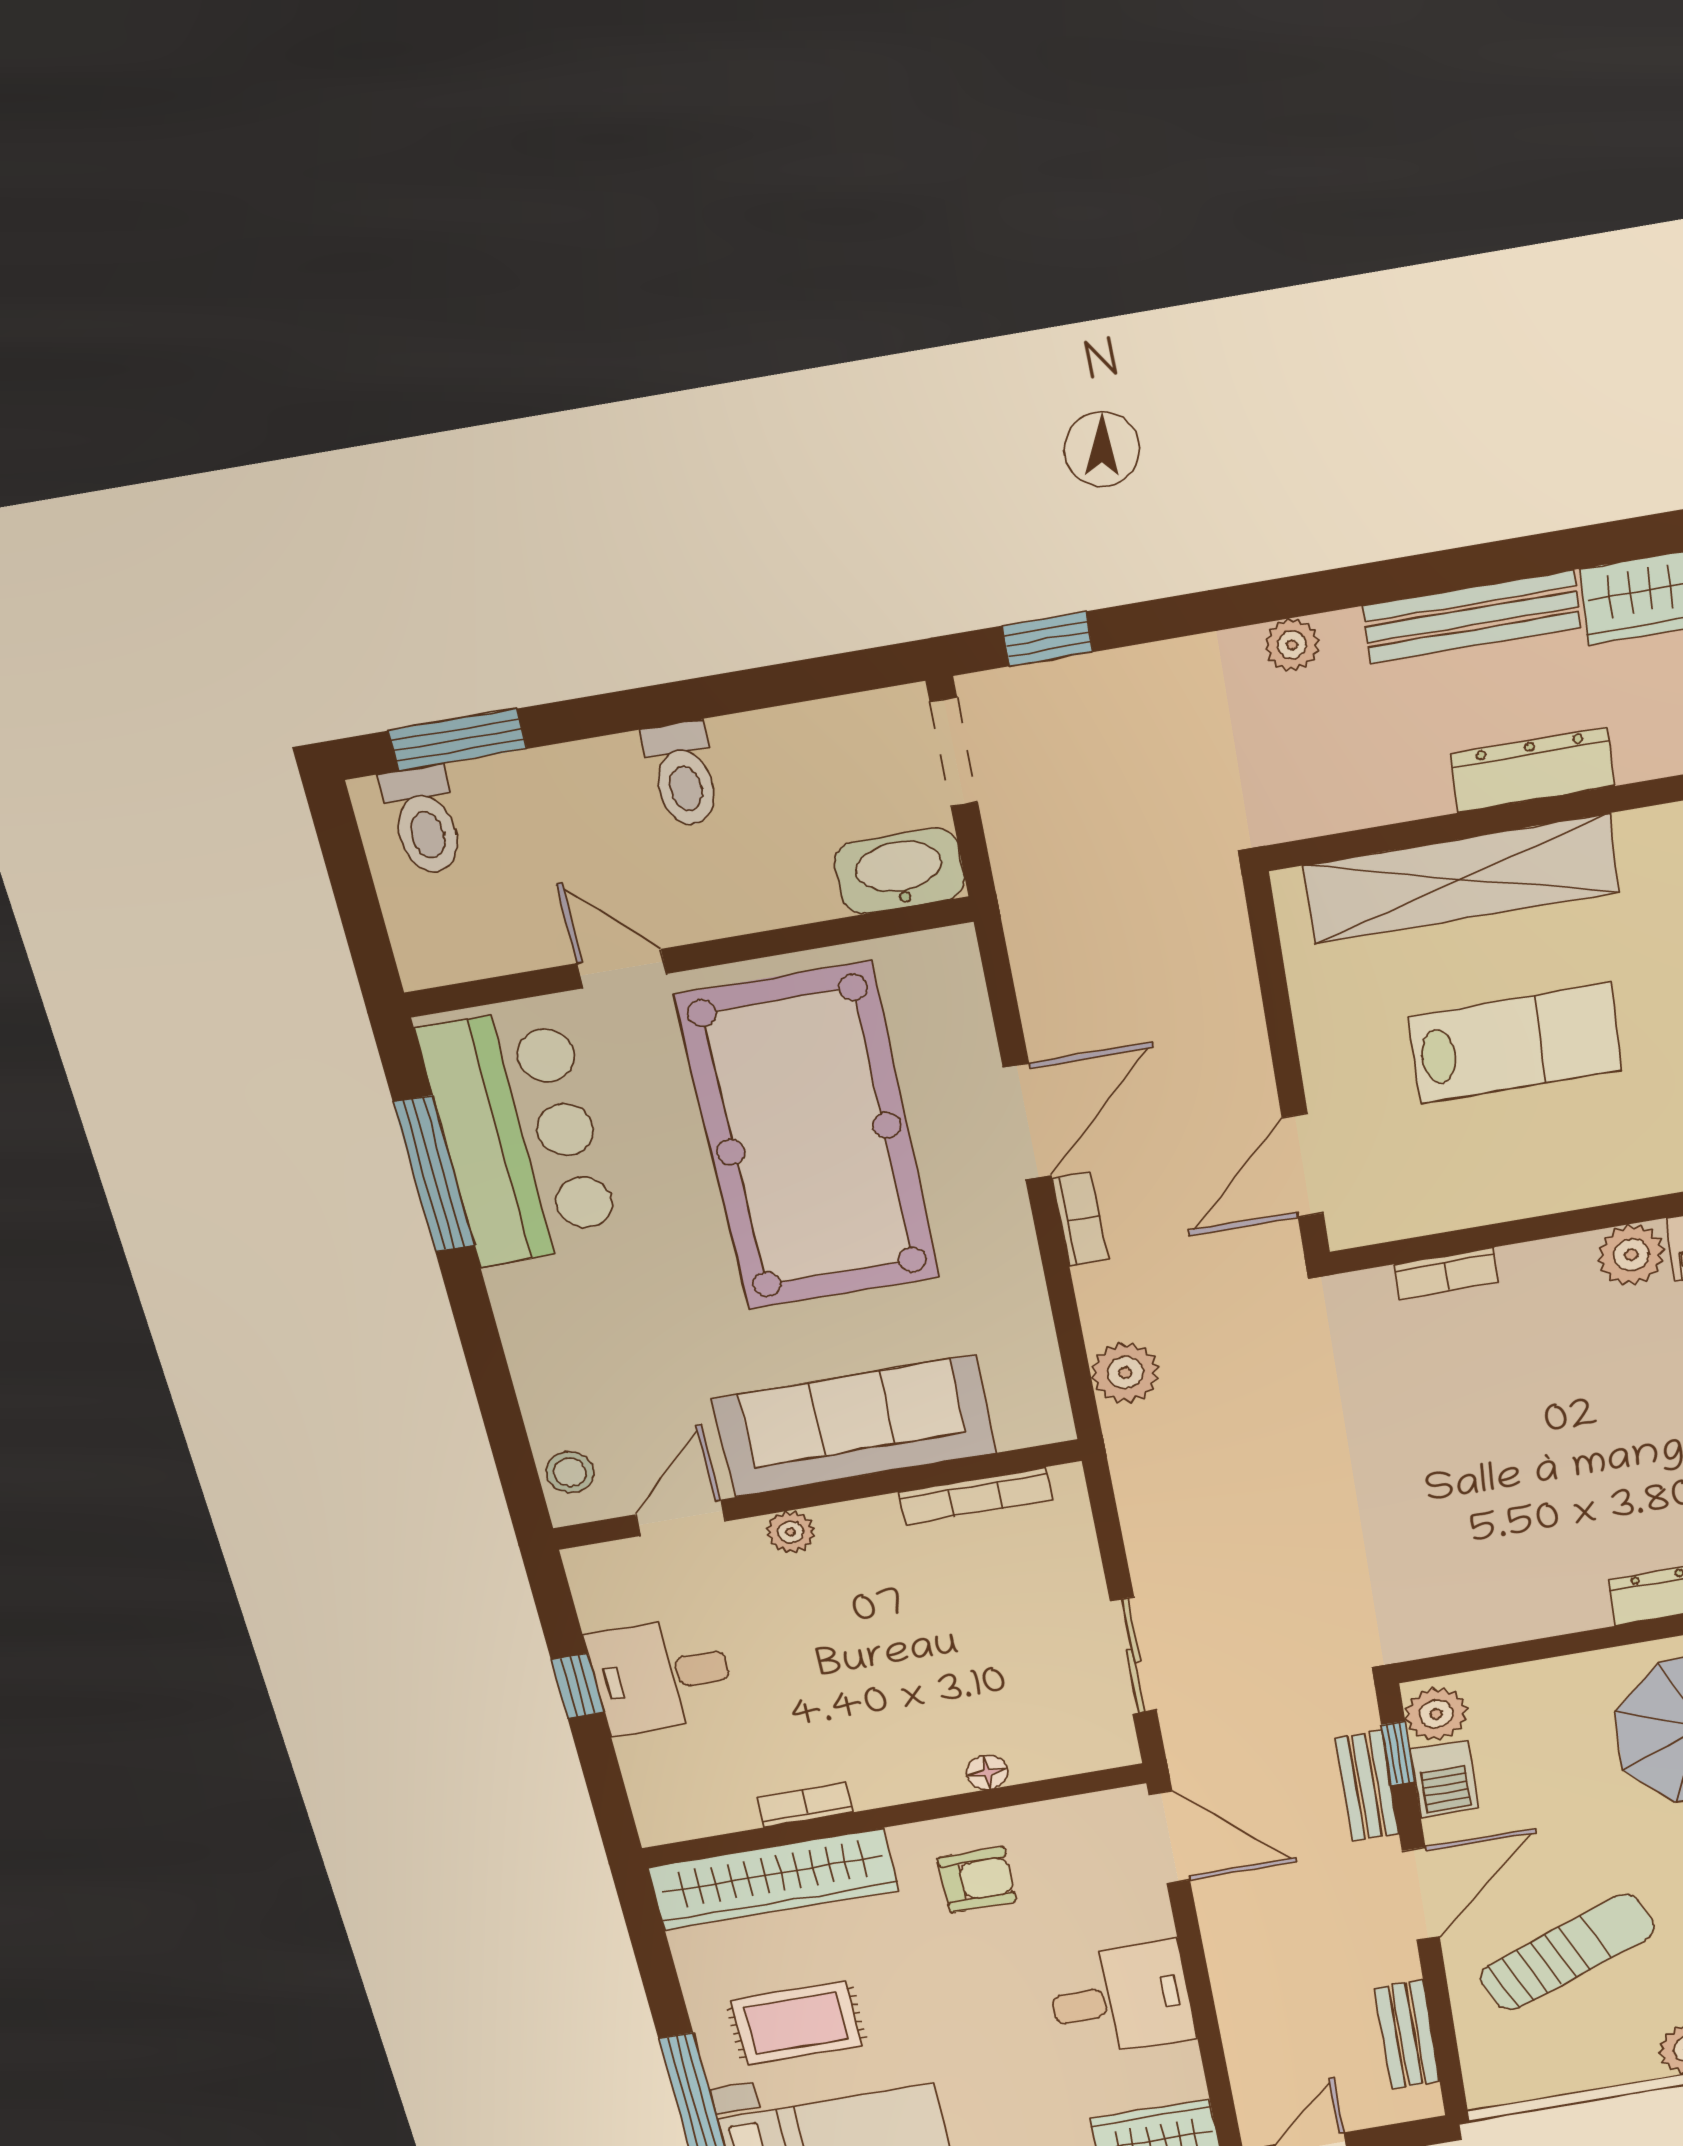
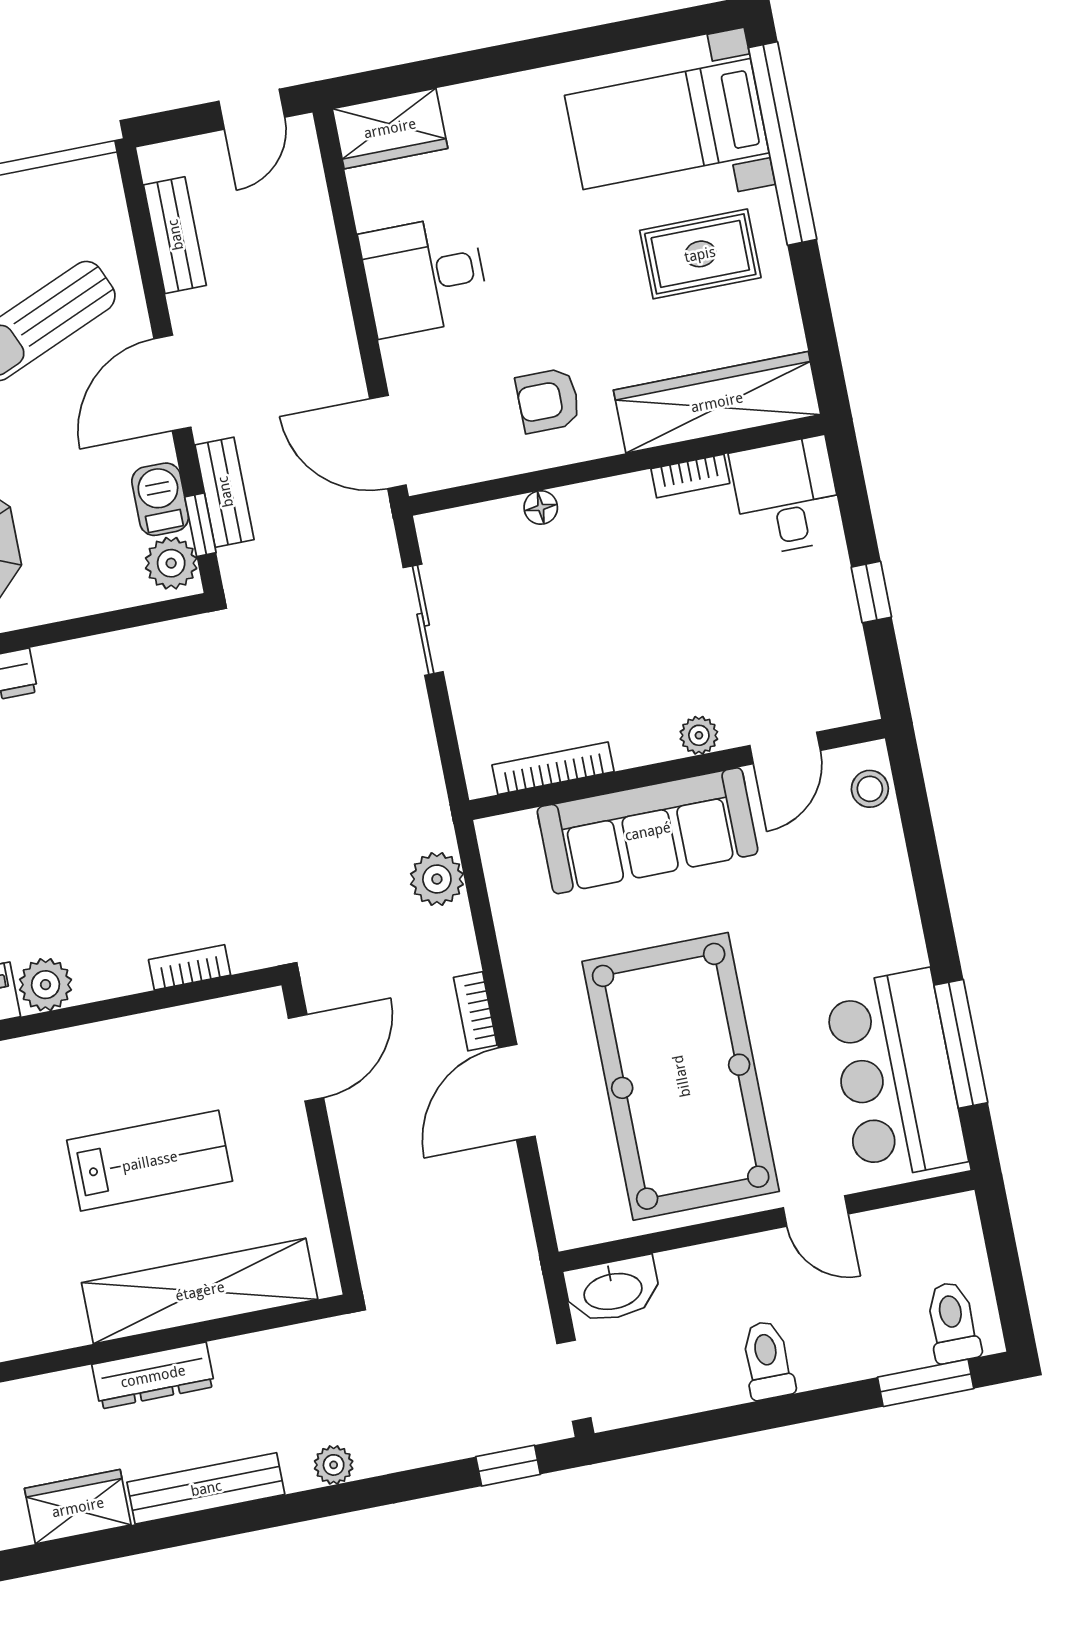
lab bench: (1515, 1043) -> (150, 1161), turned 180
desk: (662, 1675) -> (787, 496), moved, turned -90

